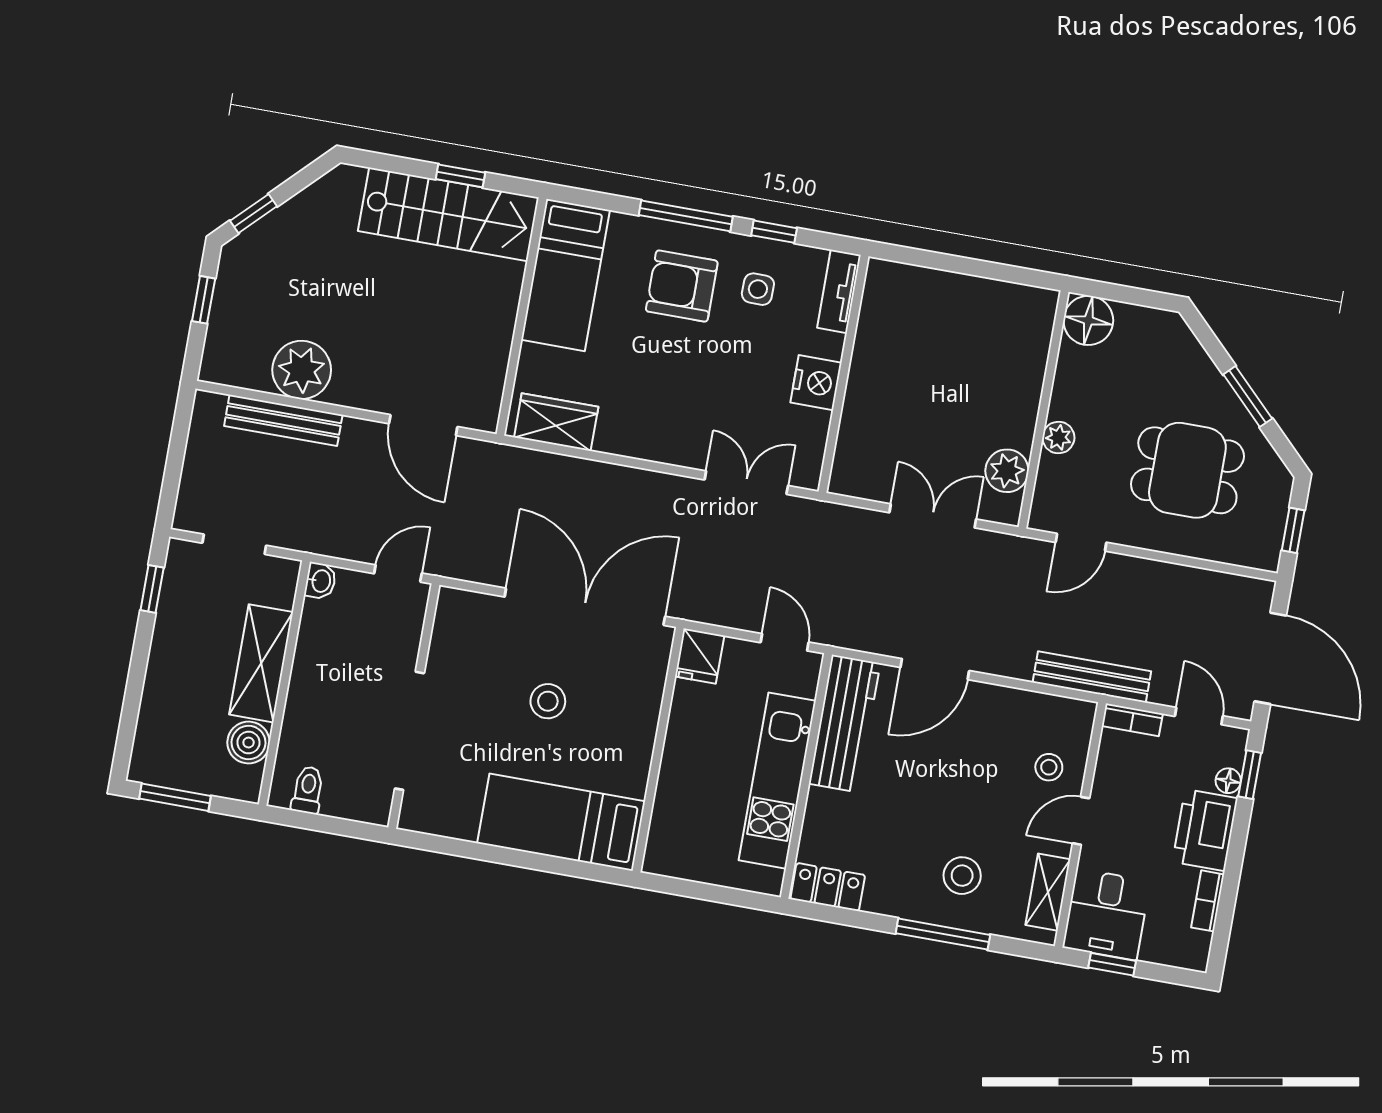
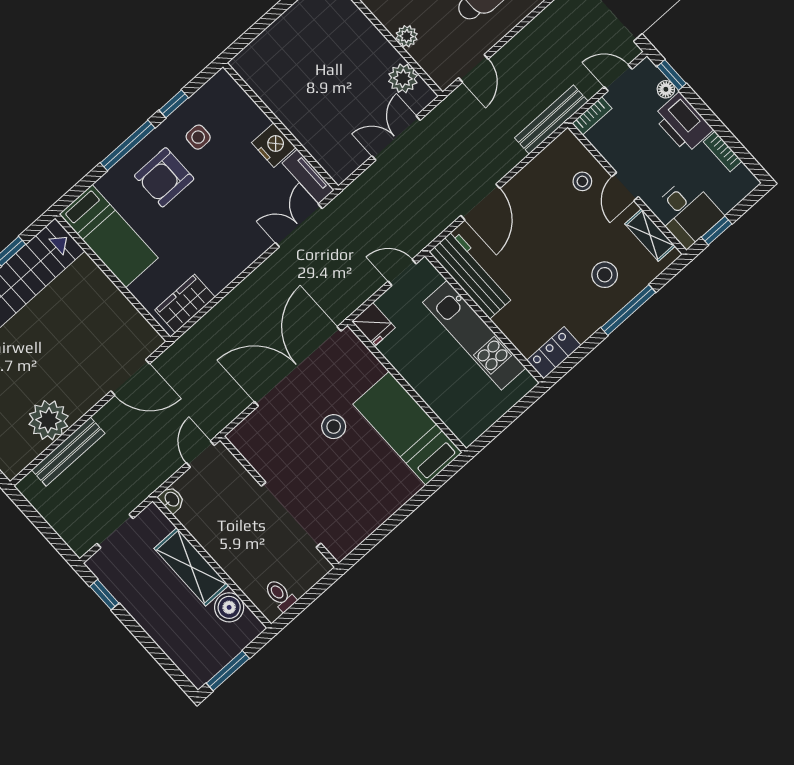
tv unit: (839, 291) -> (308, 176), moved
bed: (561, 822) -> (408, 428), moved, turned 90

